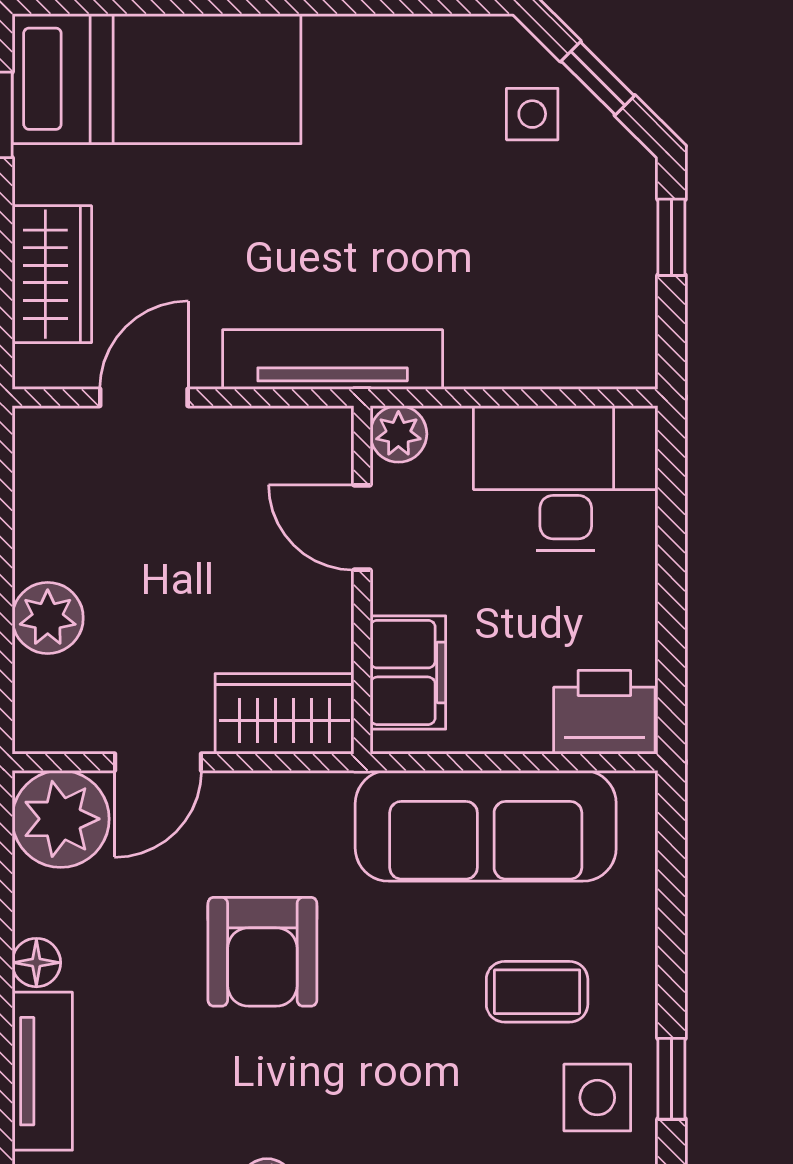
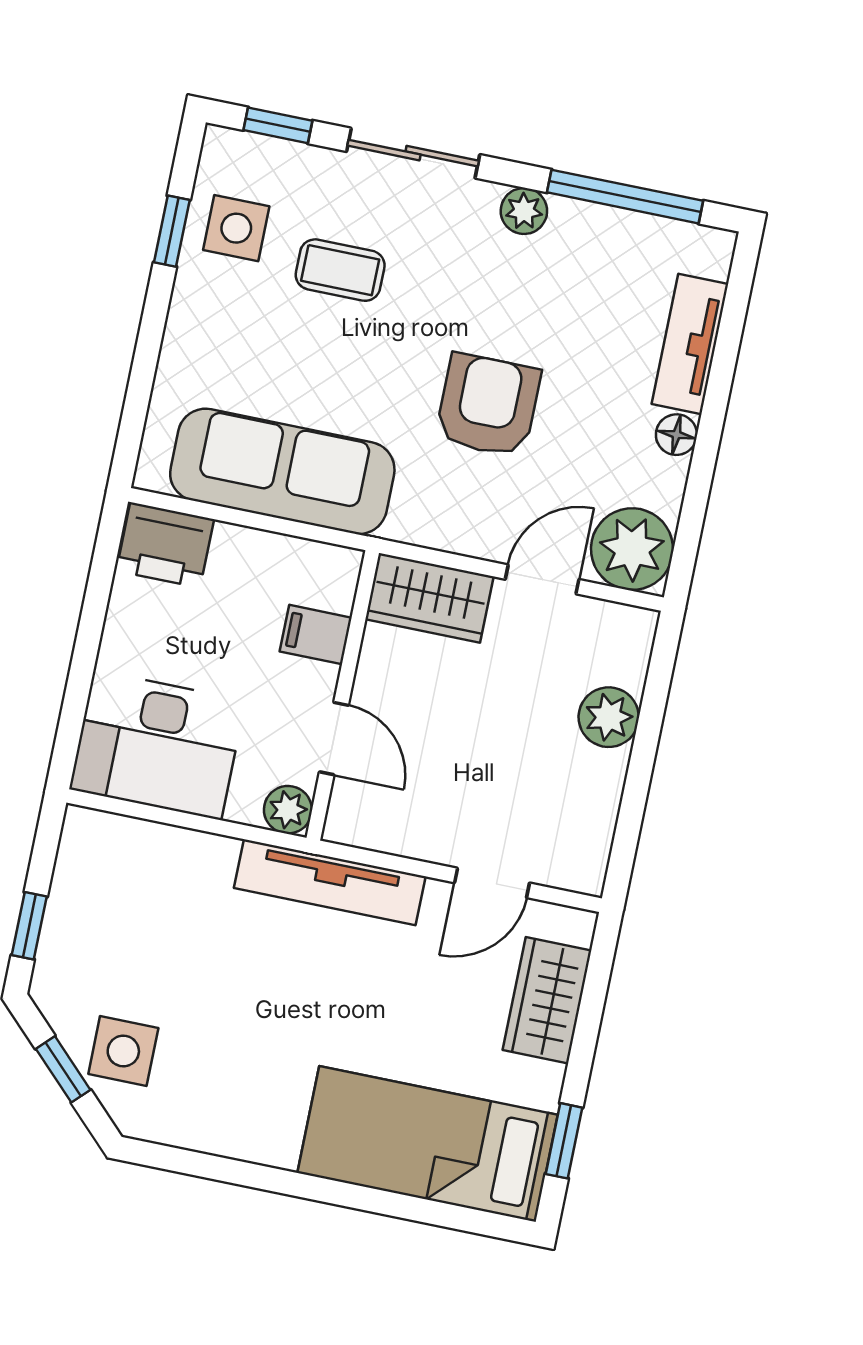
side table: (532, 114) -> (123, 1051), width x1.37, depth x1.37
filing cabinet: (408, 672) -> (316, 635), width x0.50
coffee table: (537, 992) -> (340, 270), moved

